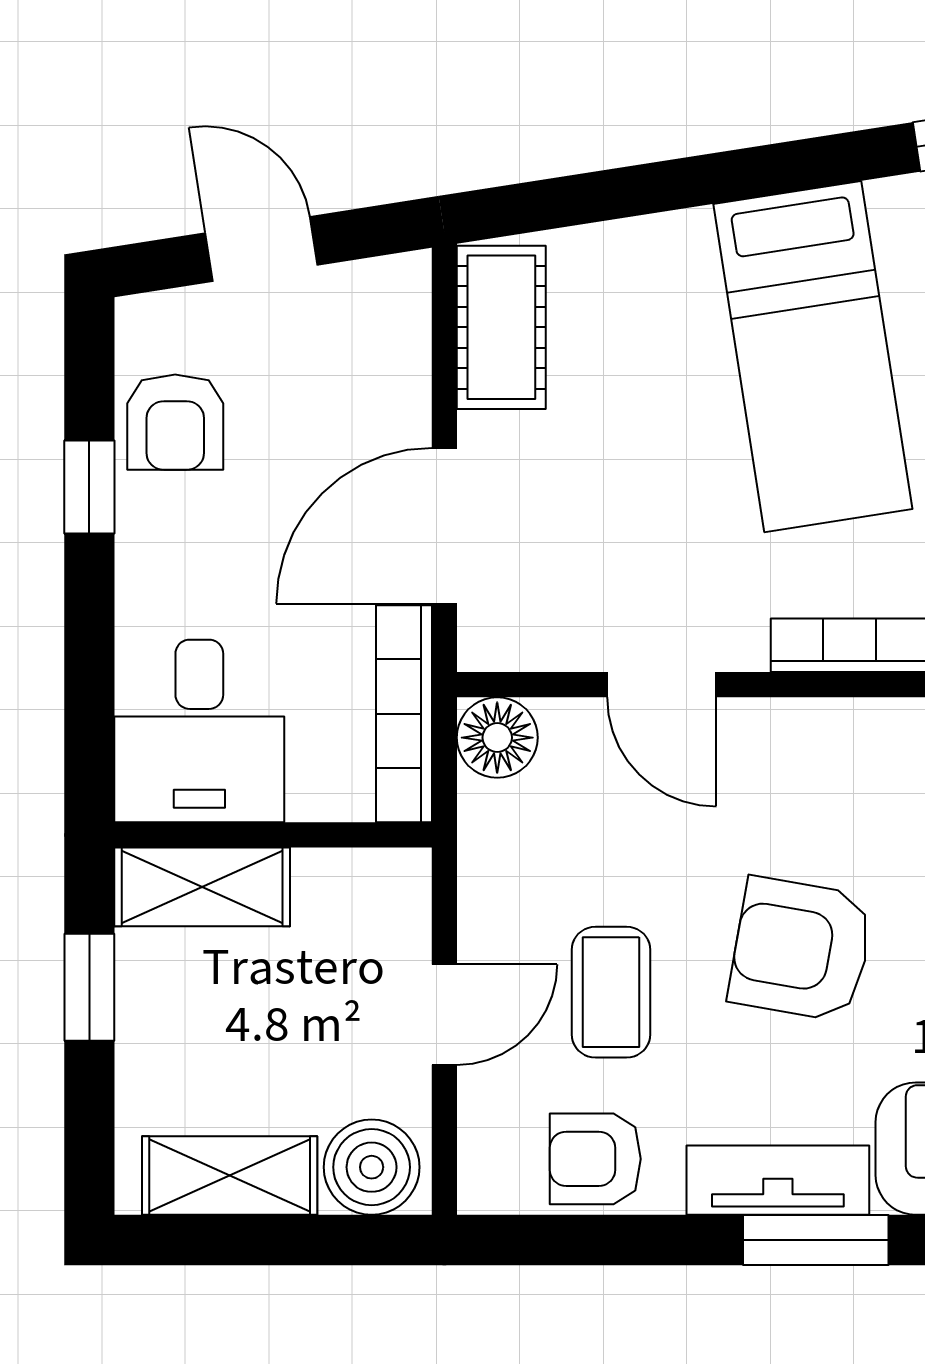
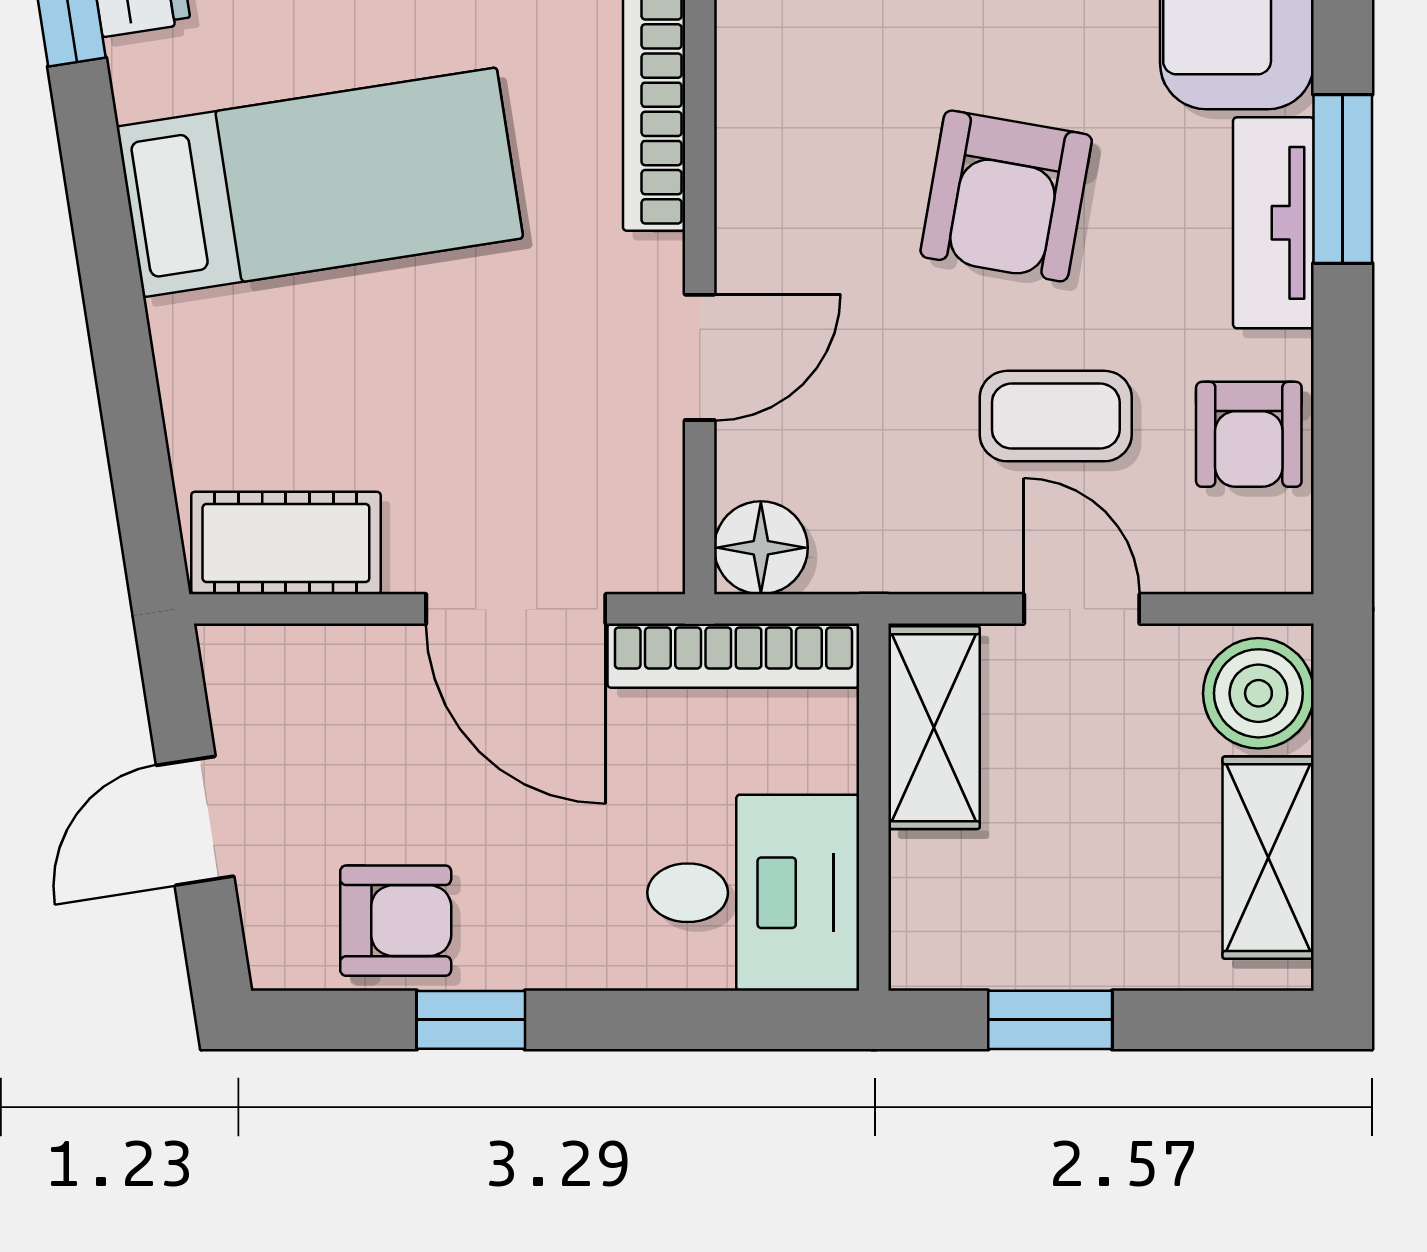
shelving: (202, 887) -> (934, 728), moved

